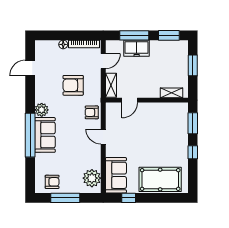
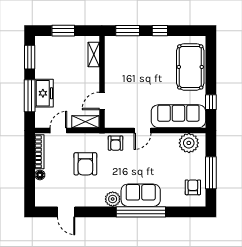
door: (103, 61) -> (58, 130), hinge flipped
door: (130, 100) -> (102, 101), swing flipped
sofa: (116, 175) -> (178, 116), width x1.36

